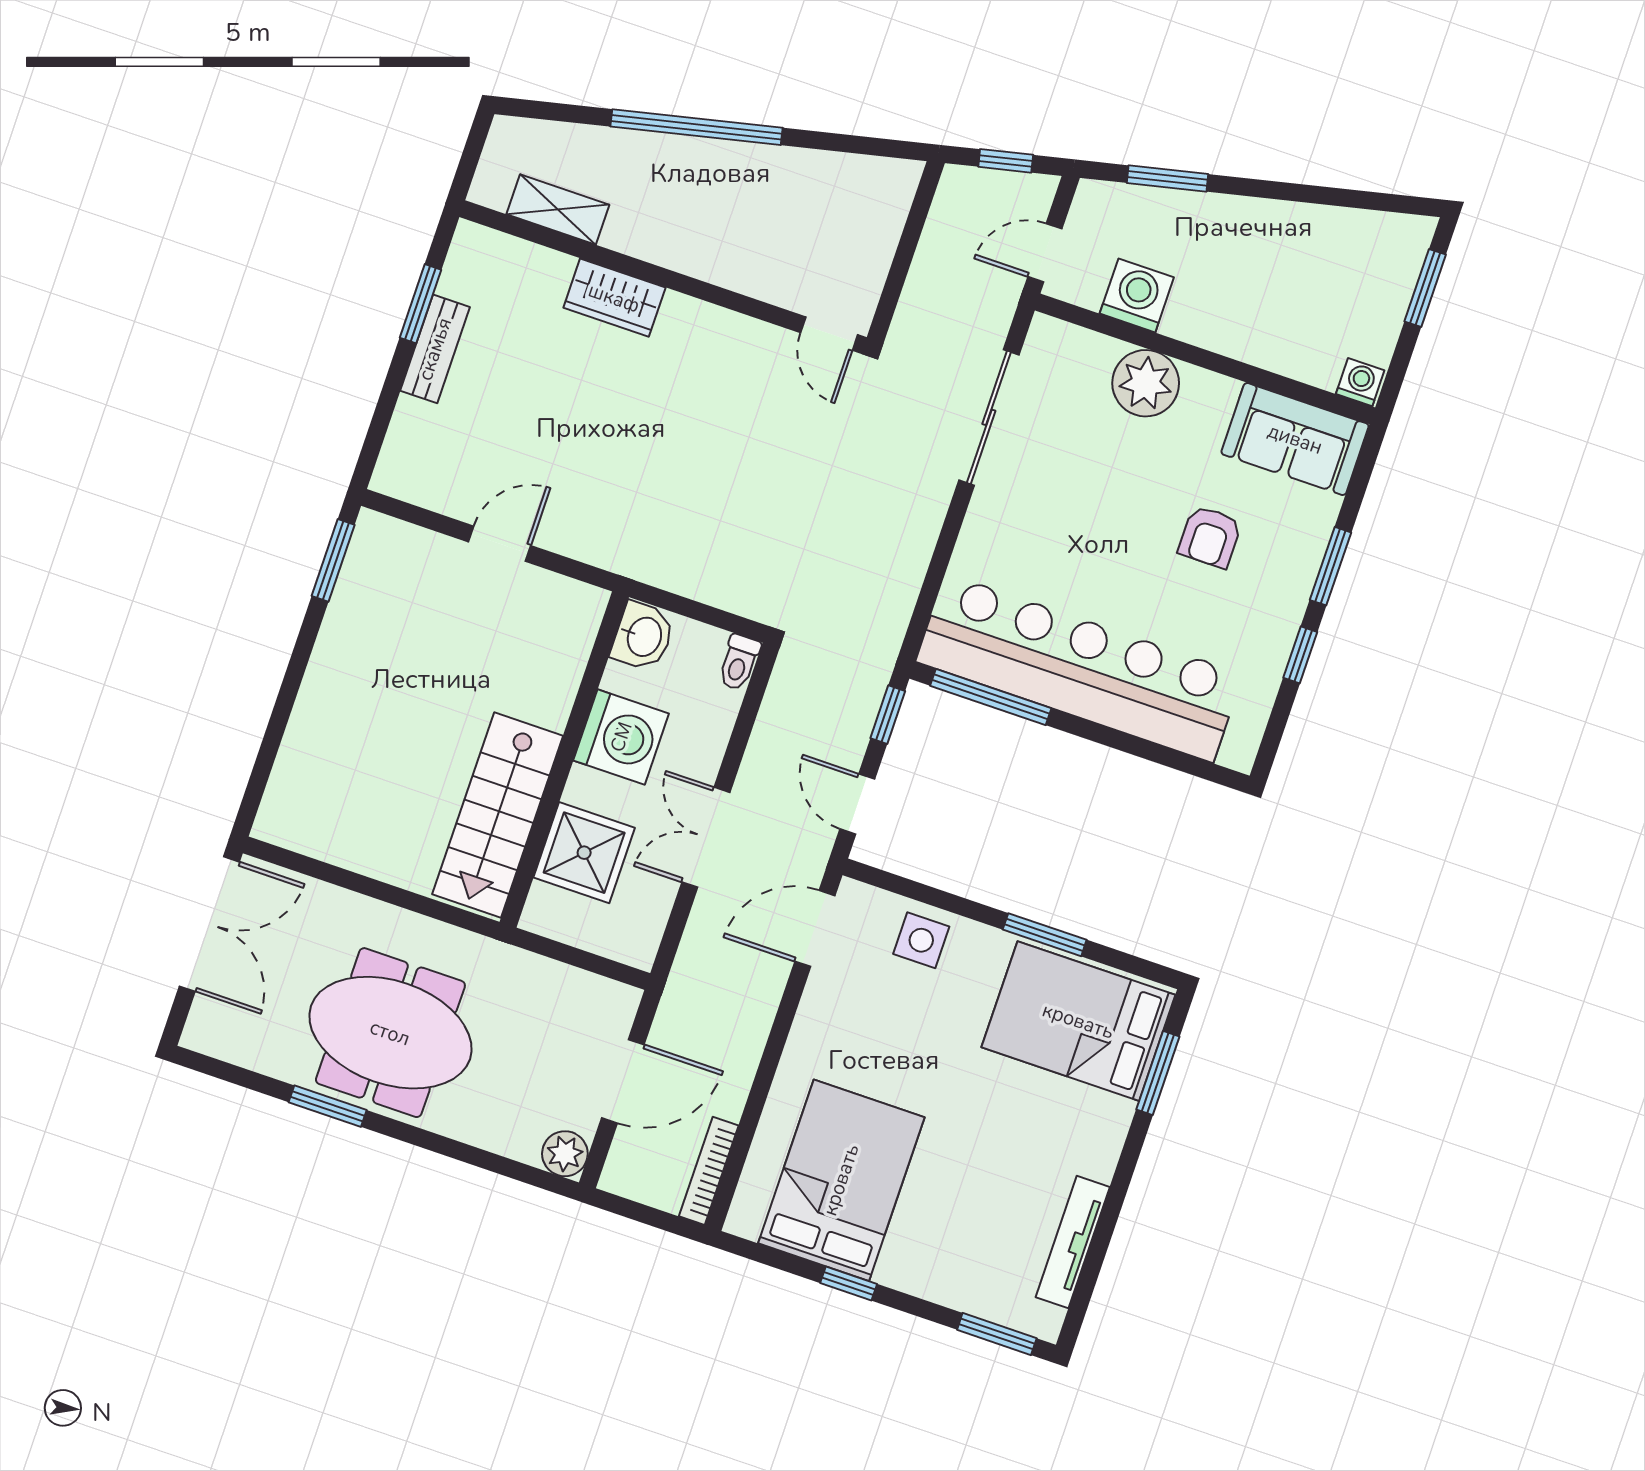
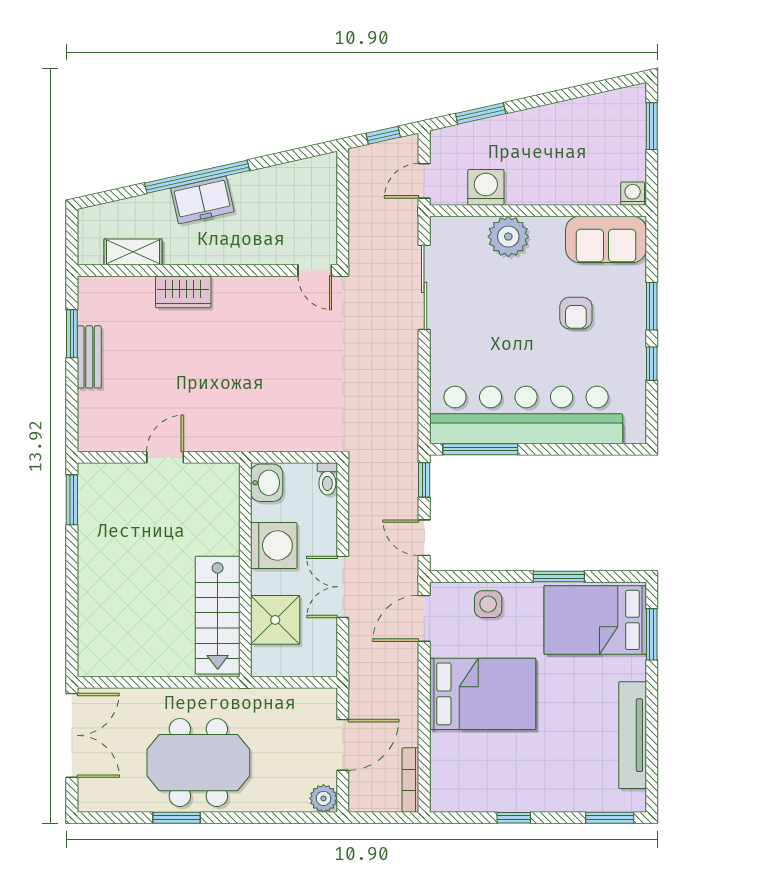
freezer: (692, 166) -> (202, 200), added
bed: (841, 1180) -> (483, 694), moved, turned 90
tv unit: (1073, 1242) -> (633, 735), width x1.36, depth x1.29

